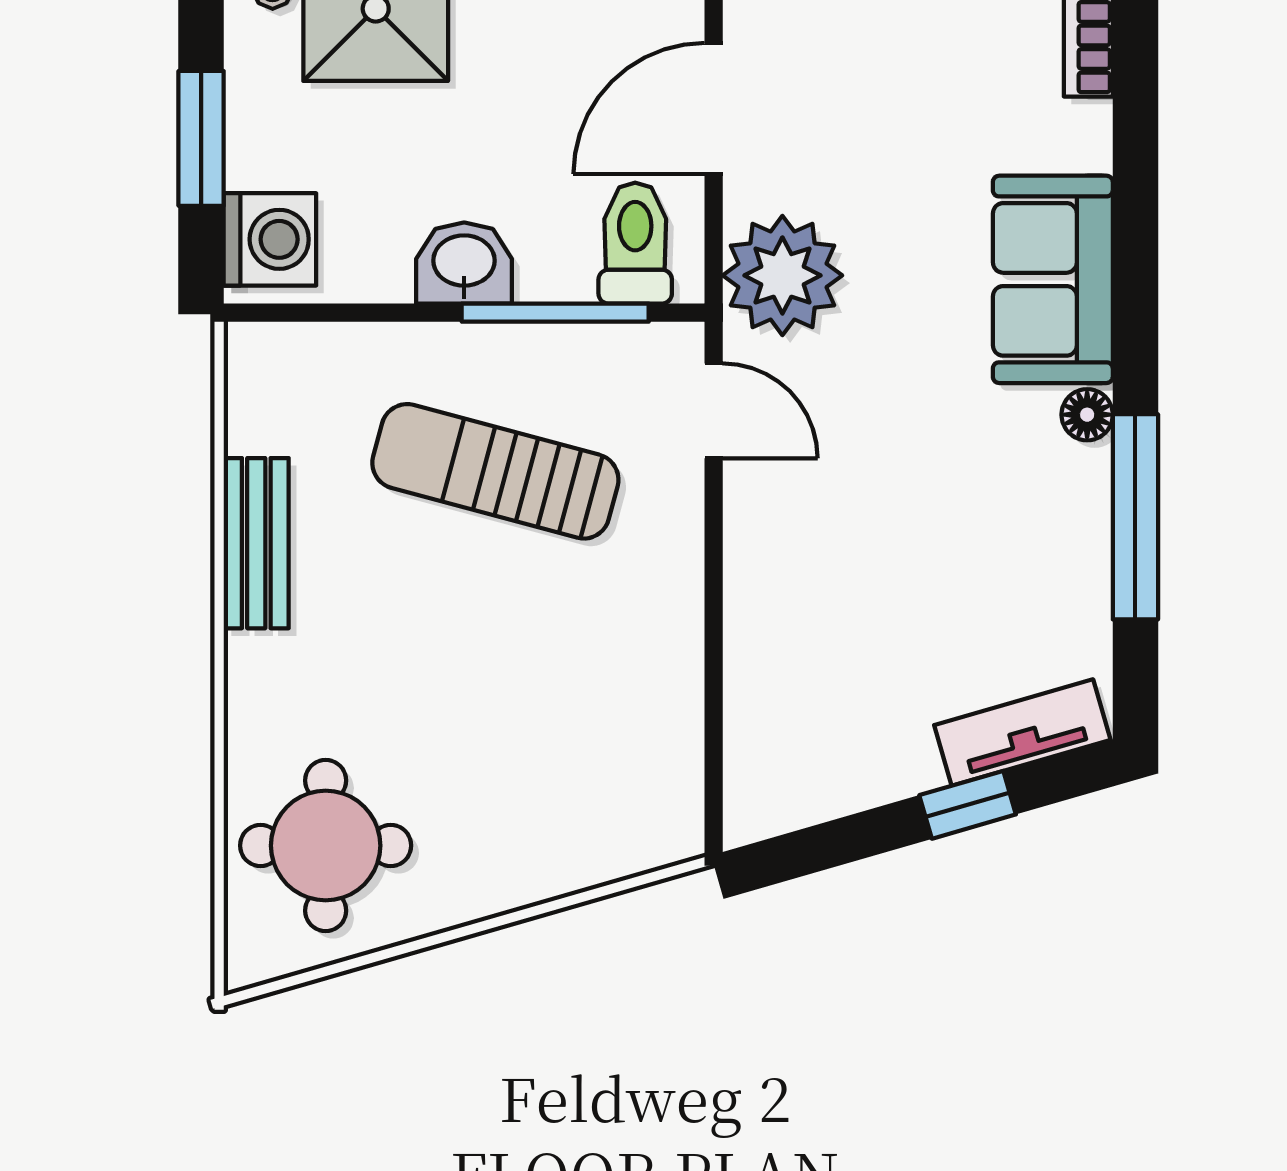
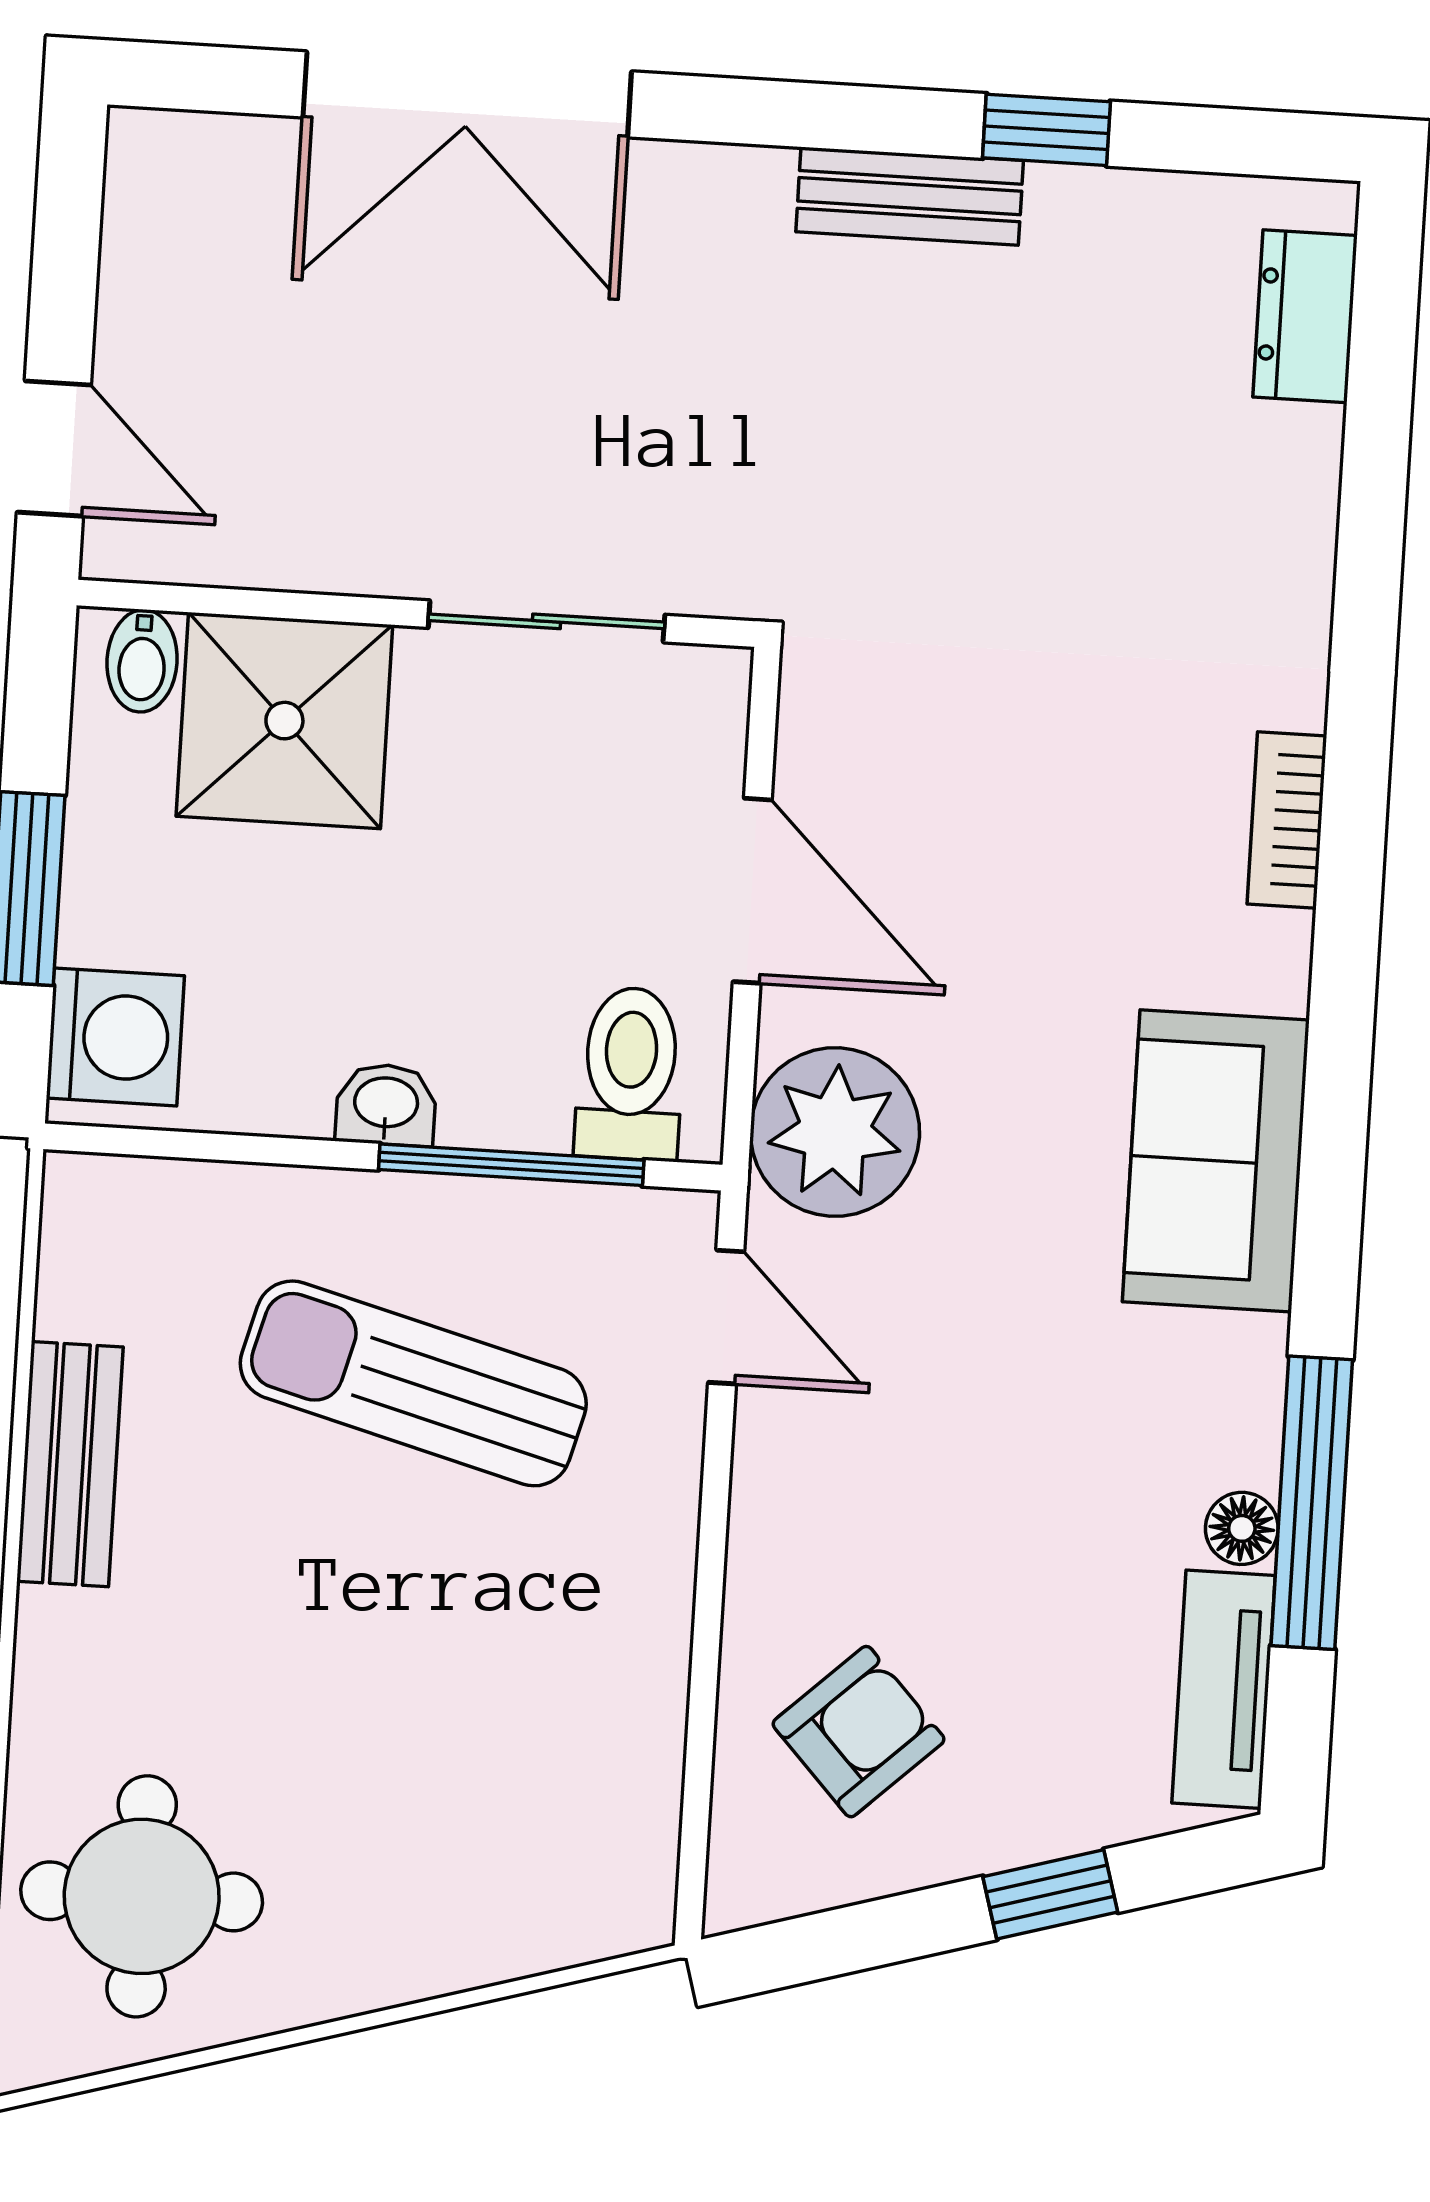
door: (714, 109) -> (752, 891), swing flipped
washbasin: (464, 263) -> (386, 1105), width x0.72, depth x0.69
floor lamp: (1087, 415) -> (1242, 1528), moved
armchair: (825, 698) -> (859, 1732), added
tv unit: (1022, 733) -> (1224, 1689), moved, turned -74

